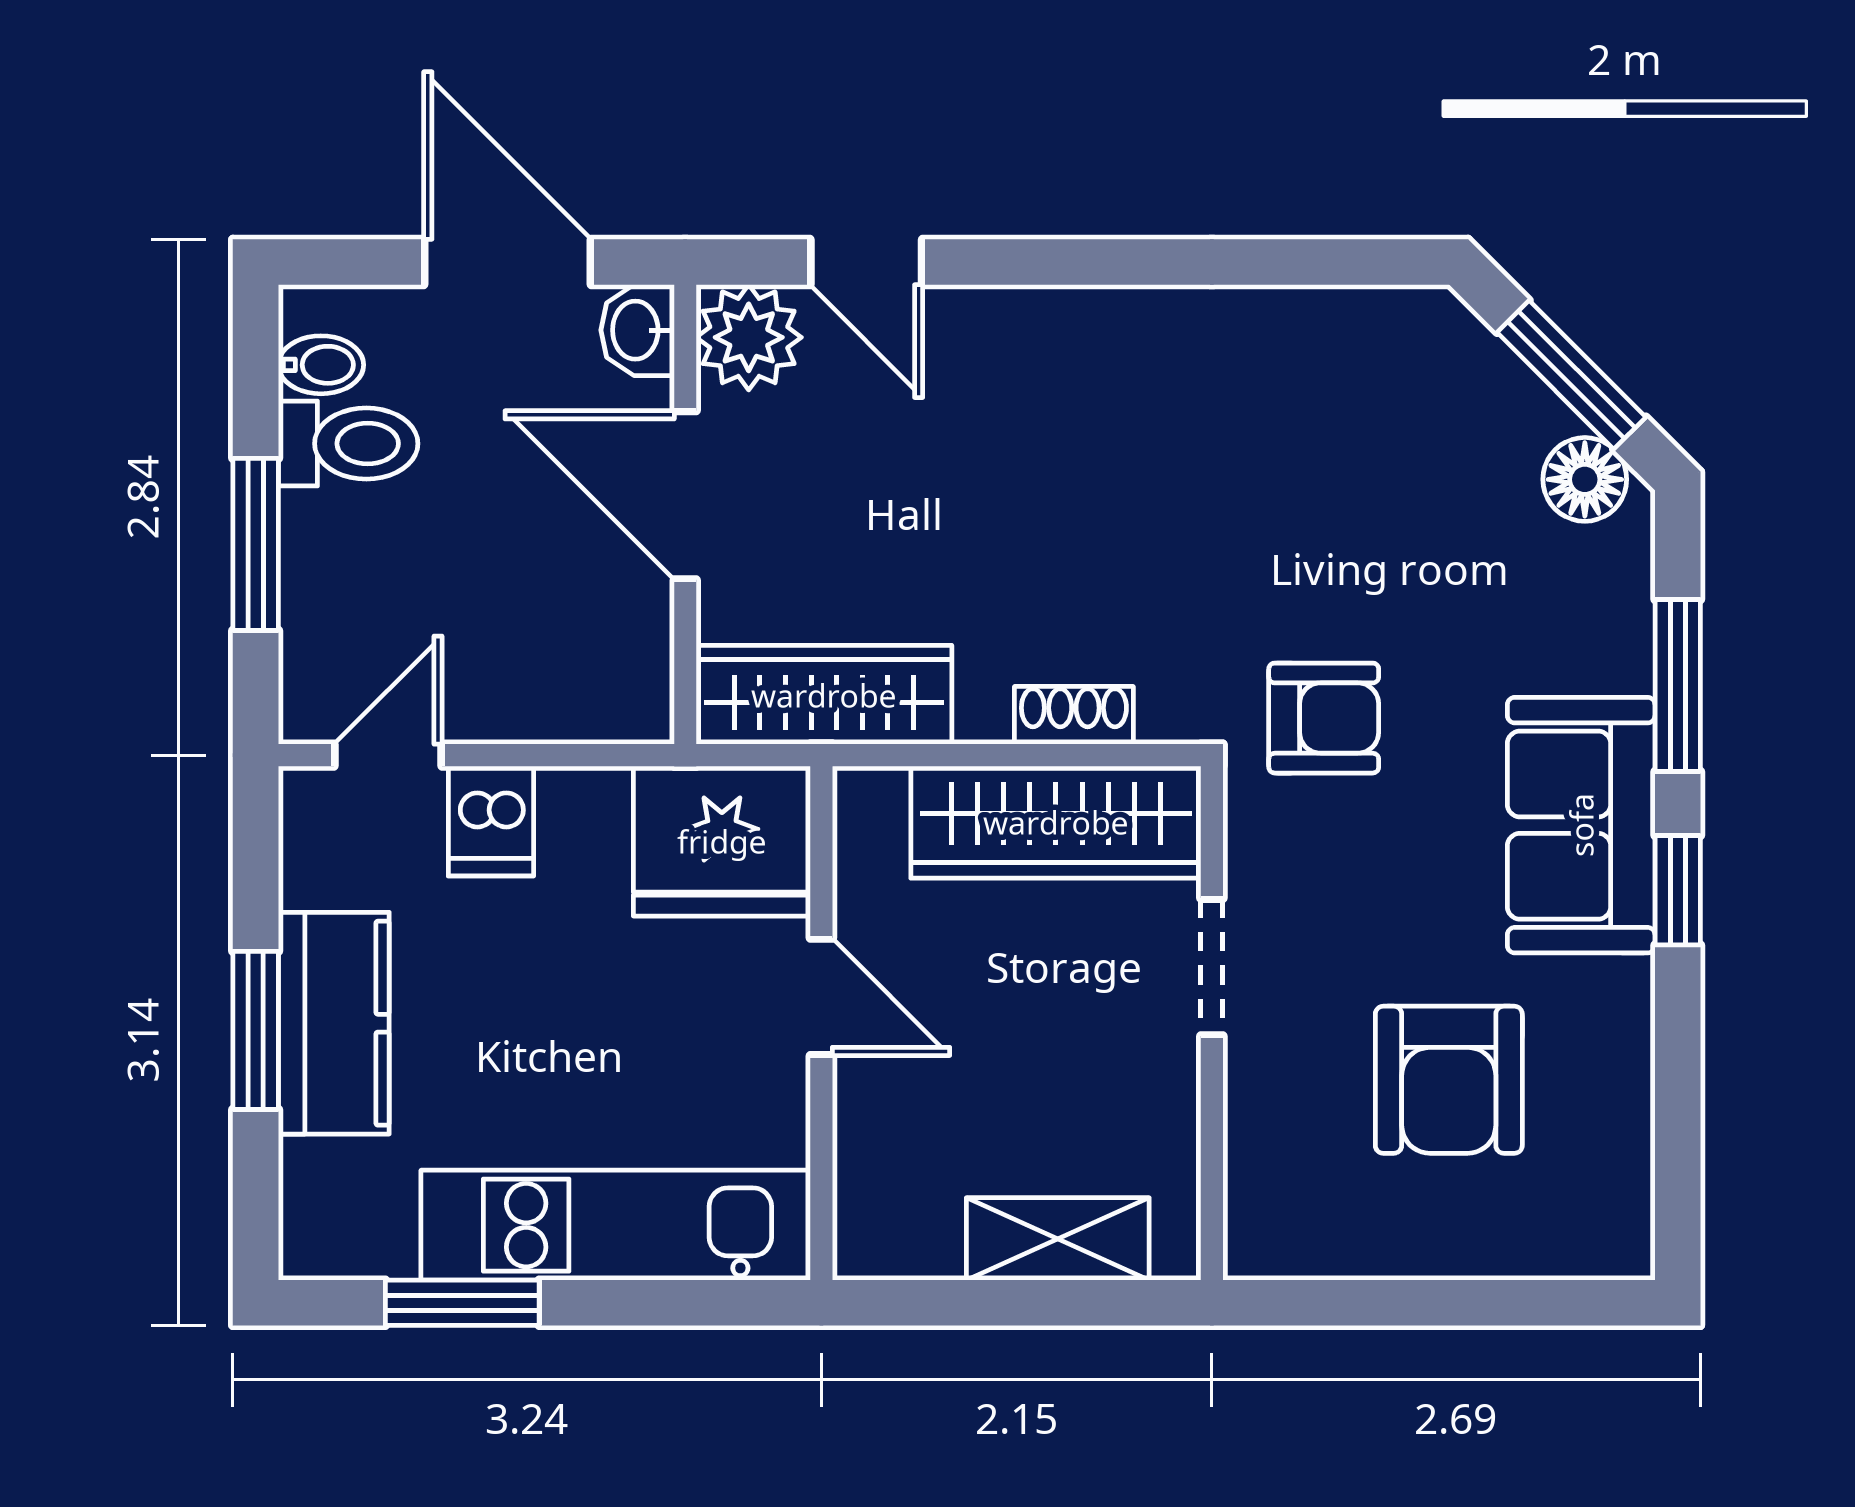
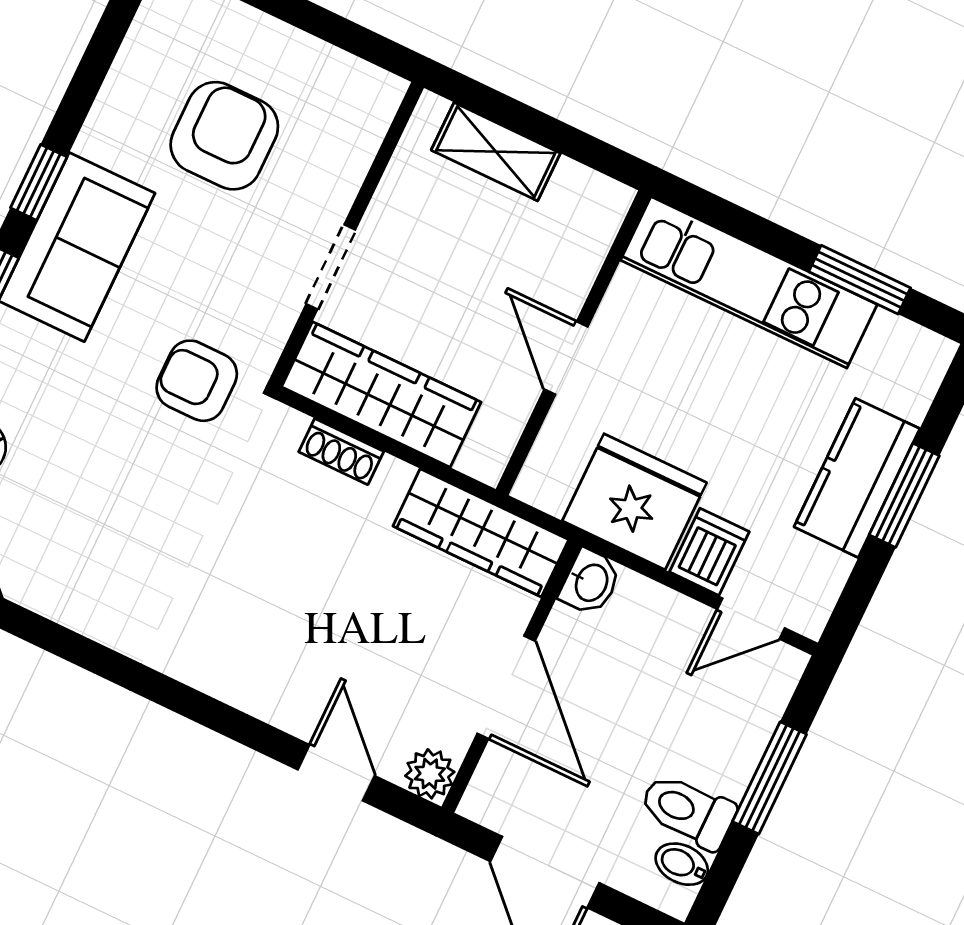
washbasin: (638, 330) -> (590, 582), moved
plant: (749, 337) -> (430, 774), width x0.73, depth x0.73
fridge: (722, 841) -> (634, 502), moved

